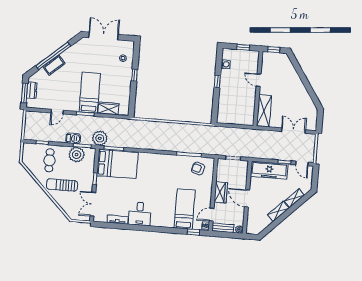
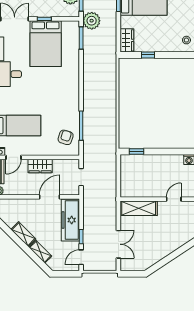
window: (134, 75) -> (148, 55), moved
window: (217, 82) -> (136, 152), moved
wardrobe: (108, 108) -> (127, 40), moved
bed: (117, 164) -> (46, 44), moved
door: (247, 198) -> (50, 197), moved
door: (212, 215) -> (14, 157), swing flipped

